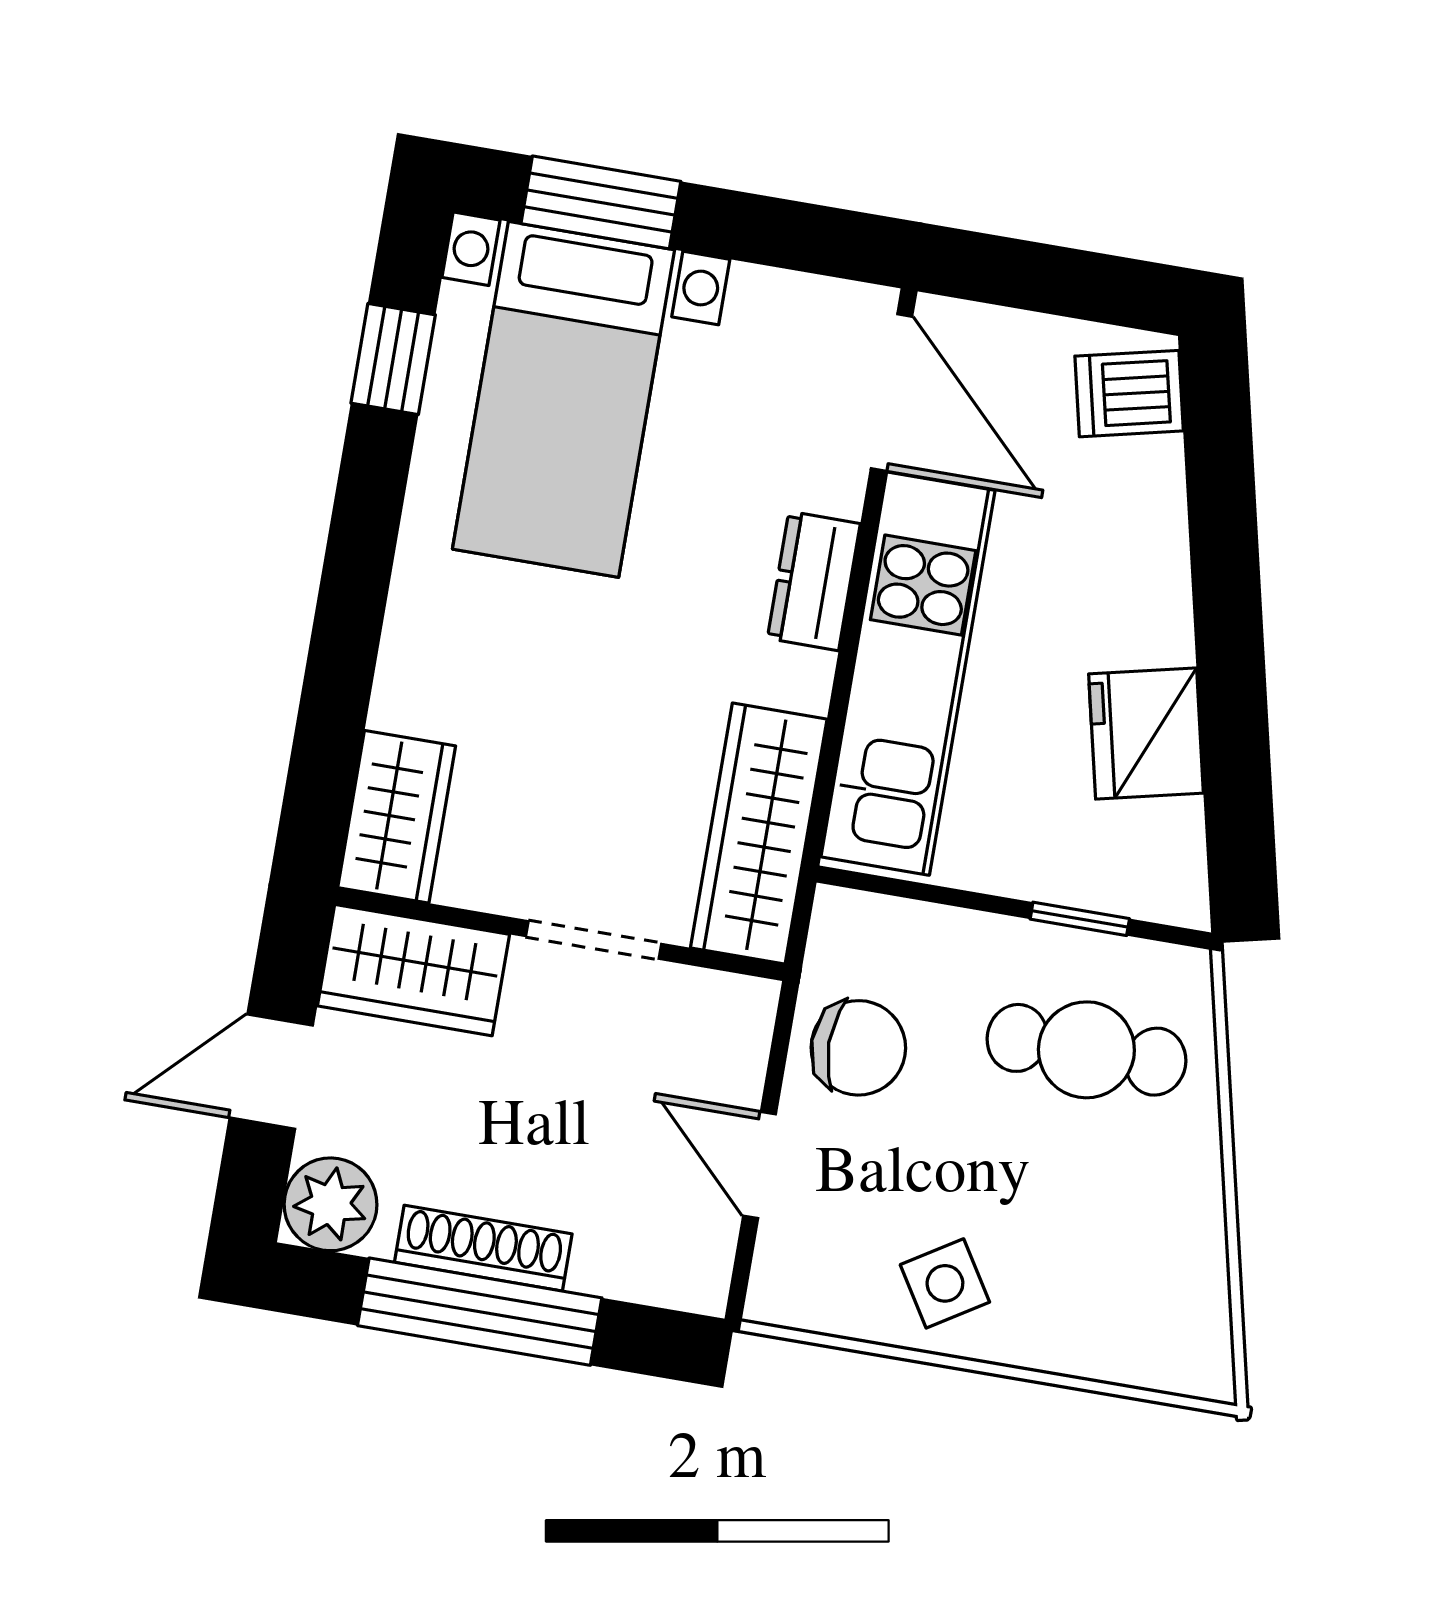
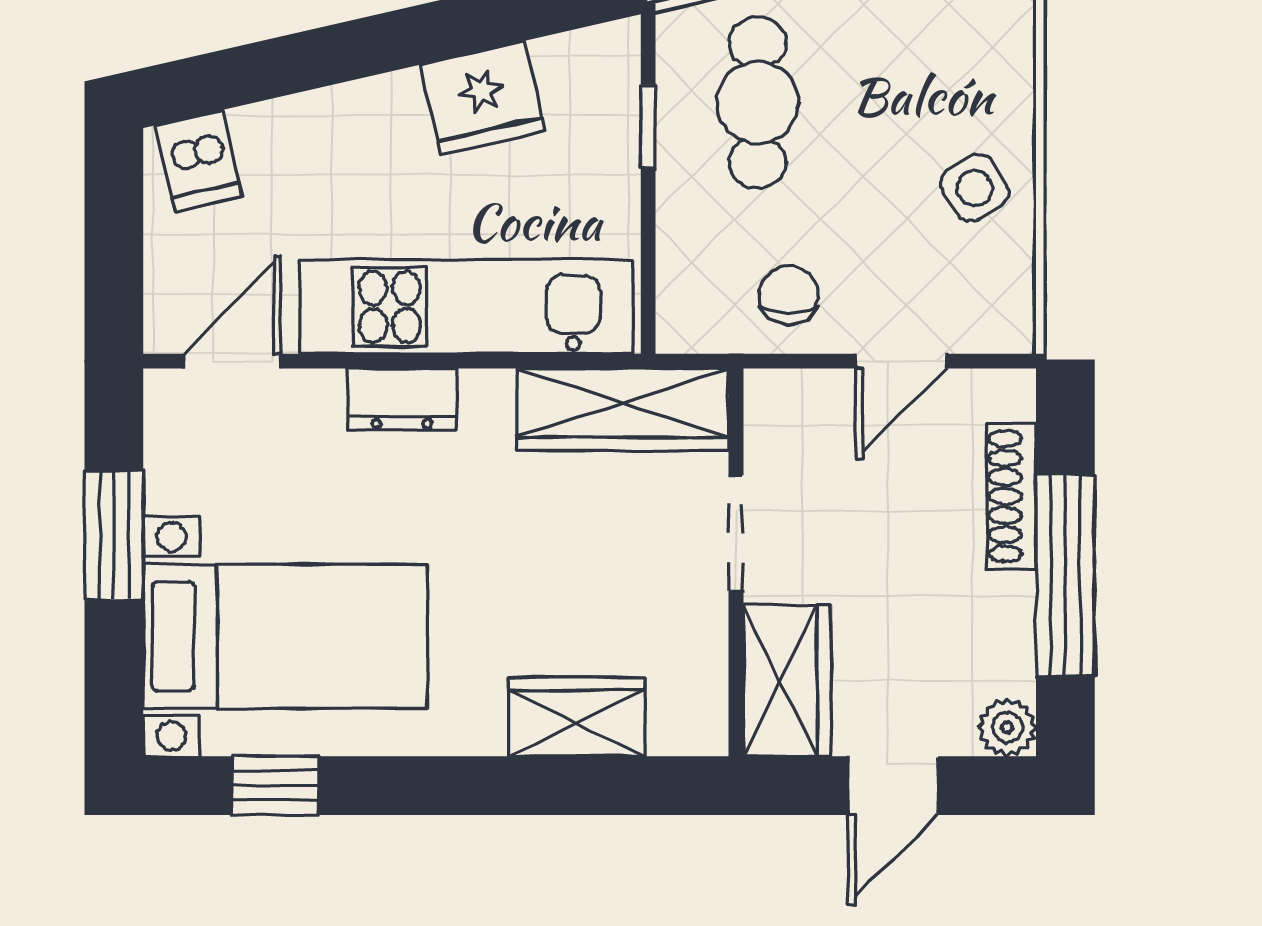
window: (601, 202) -> (114, 536), moved
door: (892, 392) -> (232, 361), width x0.73
wardrobe: (397, 817) -> (577, 717), moved
chair: (858, 1048) -> (789, 295), width x0.73, depth x0.73
door: (271, 1072) -> (893, 786), hinge flipped
plant: (331, 1204) -> (1007, 727), width x0.73, depth x0.73
shoe rack: (483, 1248) -> (1011, 496), moved

